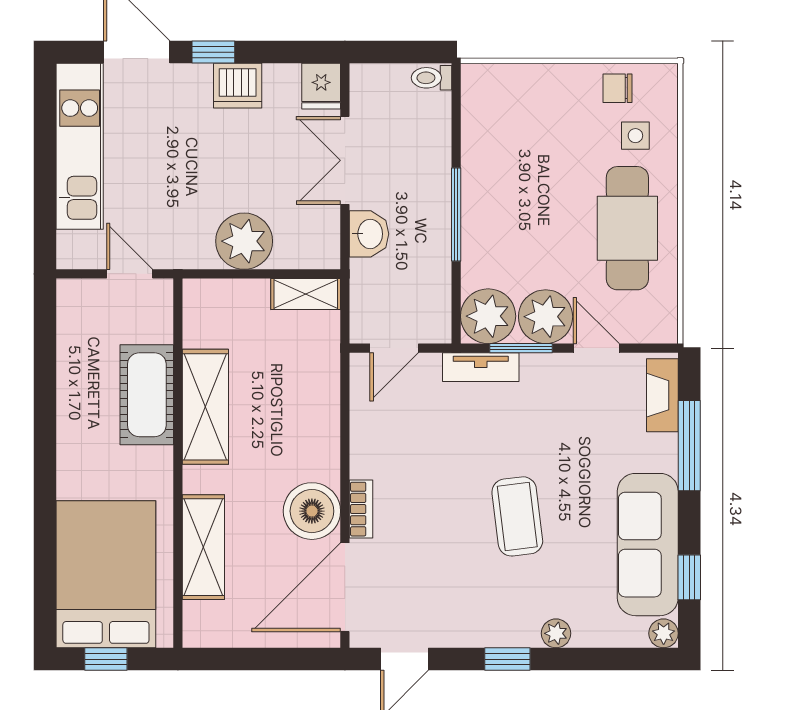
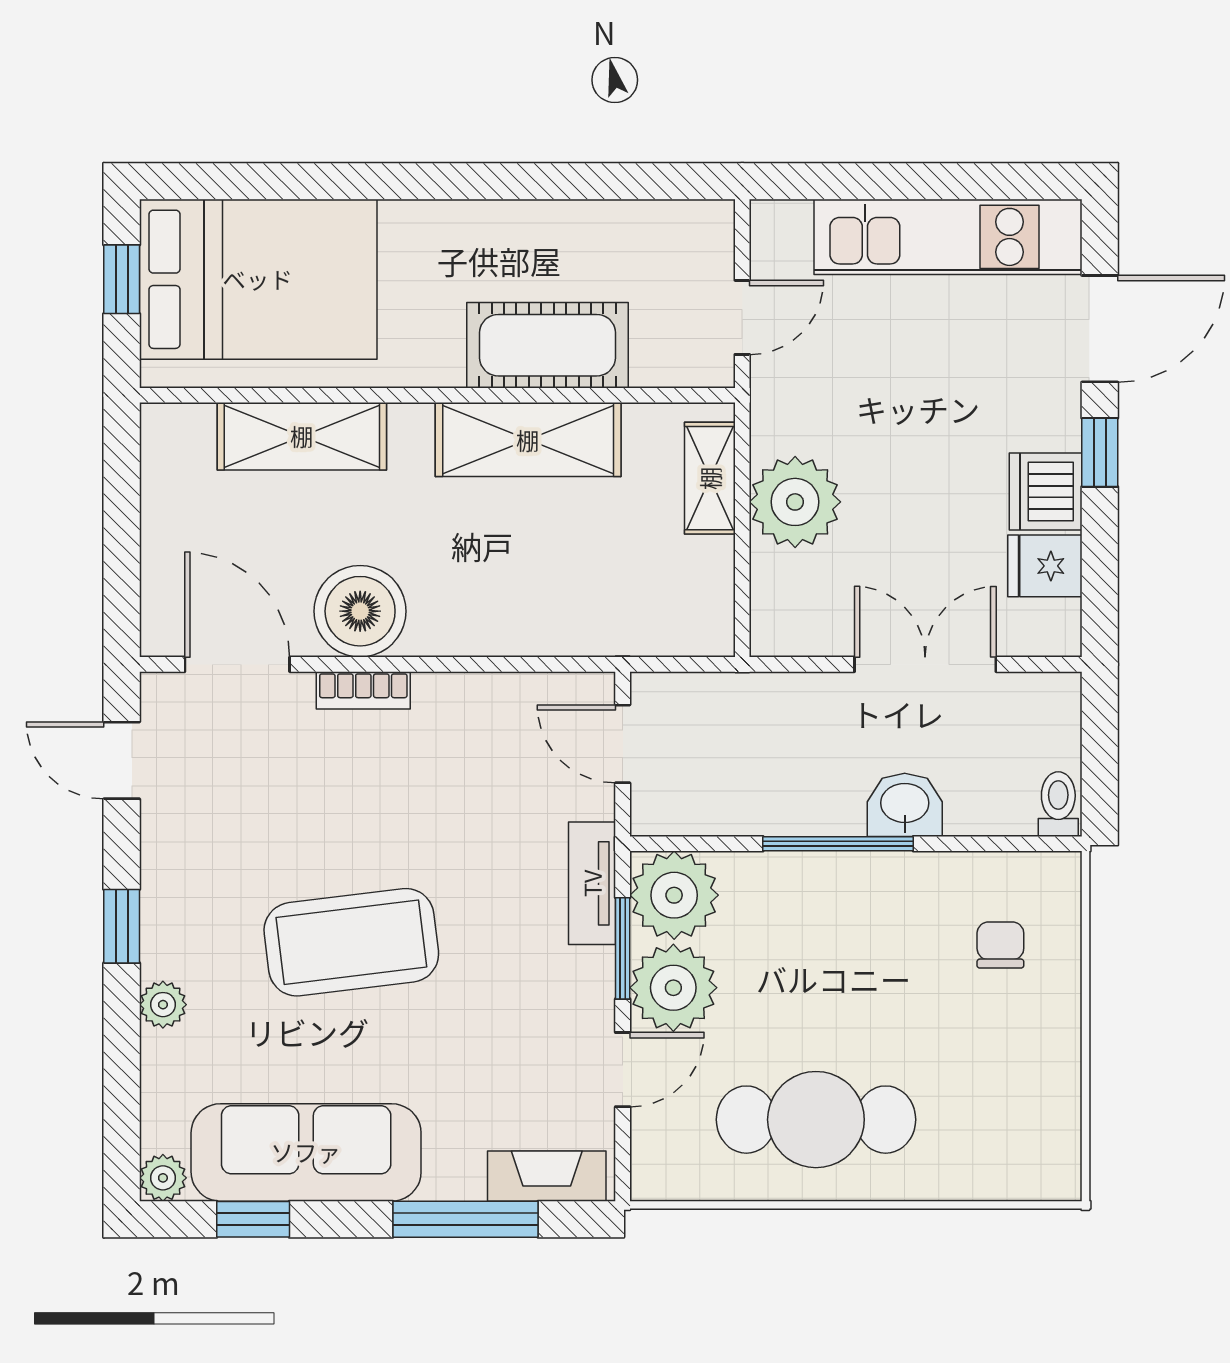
fridge: (321, 86) -> (1045, 566), moved
chair: (618, 88) -> (1000, 945), moved
side table: (635, 136) -> (965, 1133), removed
washbasin: (369, 234) -> (905, 805), moved, turned 180
shelving: (306, 294) -> (710, 478), moved
coffee table: (517, 516) -> (351, 942), width x1.36, depth x1.32
door: (345, 587) -> (237, 664), width x0.73

